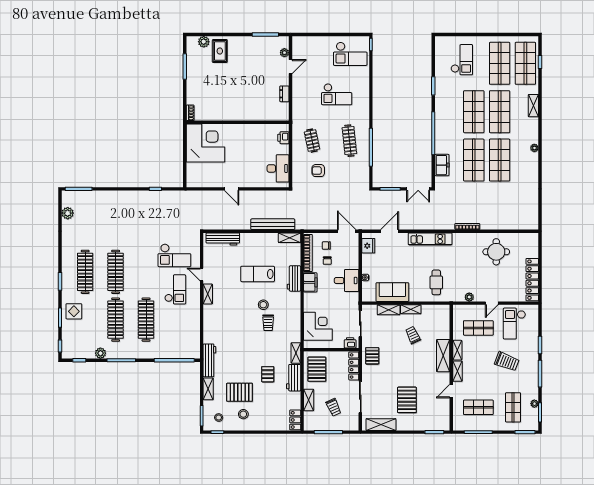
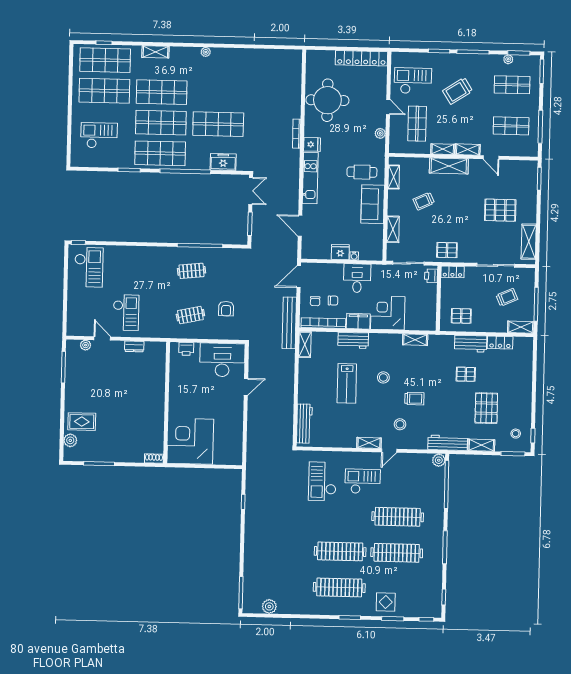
checkout: (337, 94) -> (126, 313), moved
clothes rail: (349, 141) -> (192, 271), width x0.73
shop shelf: (500, 160) -> (160, 153), moved
desk: (278, 168) -> (222, 360), width x1.36, depth x1.30
door: (232, 189) -> (246, 387), moved
bench: (273, 224) -> (289, 323), moved
fridge: (459, 240) -> (312, 144), added
fridge: (368, 246) -> (340, 252), moved
round table: (496, 252) -> (327, 100), width x1.36, depth x1.36
checkout: (174, 255) -> (322, 481), turned 180
door: (202, 274) -> (389, 451), moved
sofa: (392, 292) -> (373, 204), moved
shelving: (411, 309) -> (394, 177), moved
trolley: (268, 323) -> (414, 399), moved
checkout: (514, 324) -> (413, 81), turned 180
corner desk: (318, 326) -> (388, 313), moved
plant: (100, 353) -> (439, 460), moved
shelving: (296, 353) -> (415, 340), moved
trolley: (507, 361) -> (458, 91), turned -144
locker: (354, 366) -> (452, 272), width x0.66
pallet: (317, 369) -> (461, 316), width x0.67, depth x0.71
shelving: (309, 400) -> (521, 327), moved
shop shelf: (478, 407) -> (511, 126), turned 90
stool: (243, 414) -> (400, 424), moved
locker: (295, 420) -> (500, 343), moved

